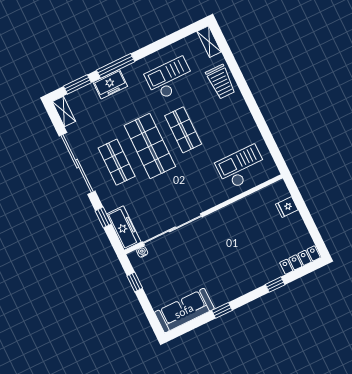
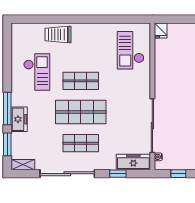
shelving: (209, 42) -> (23, 28), removed
checkout: (170, 78) -> (37, 72), turned 180
trolley: (221, 82) -> (58, 35), turned 180
fridge: (287, 207) -> (161, 30), moved

